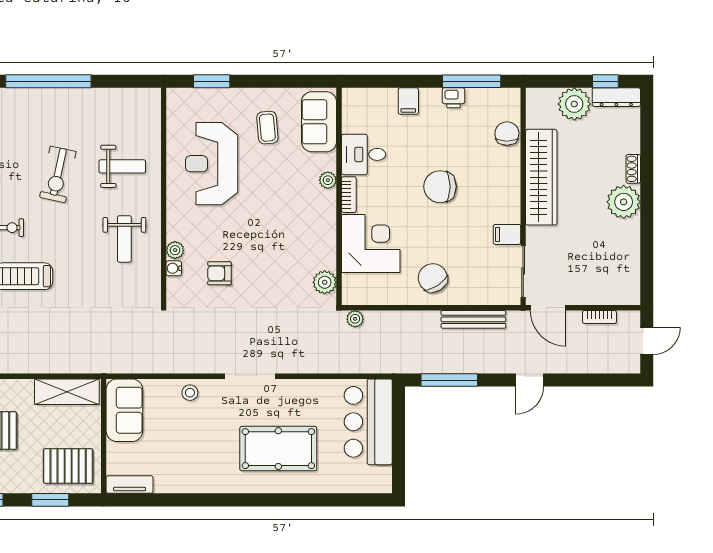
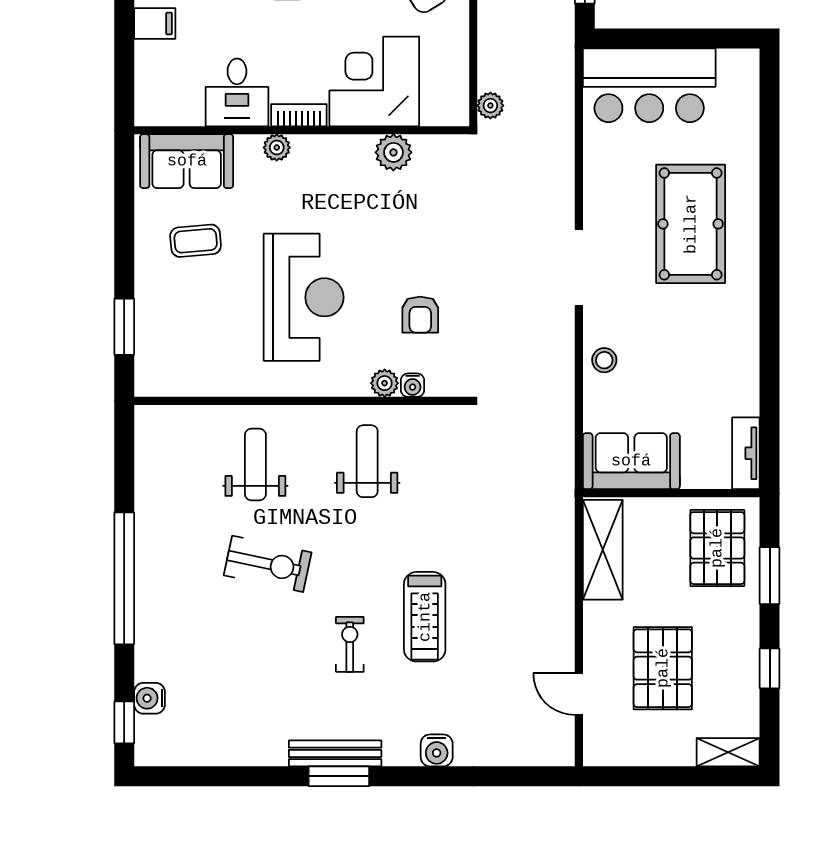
reception desk: (212, 164) -> (304, 297), moved, turned -90
weight bench: (124, 239) -> (367, 461), turned -90
plant: (325, 282) -> (393, 152), moved

